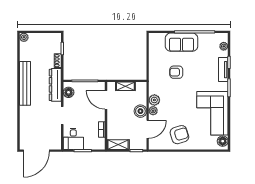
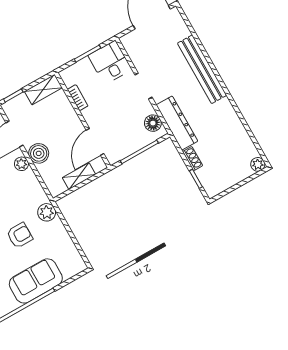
bench: (25, 83) -> (202, 69), moved
door: (106, 100) -> (95, 142), swing flipped
plant: (154, 100) -> (47, 212), moved

